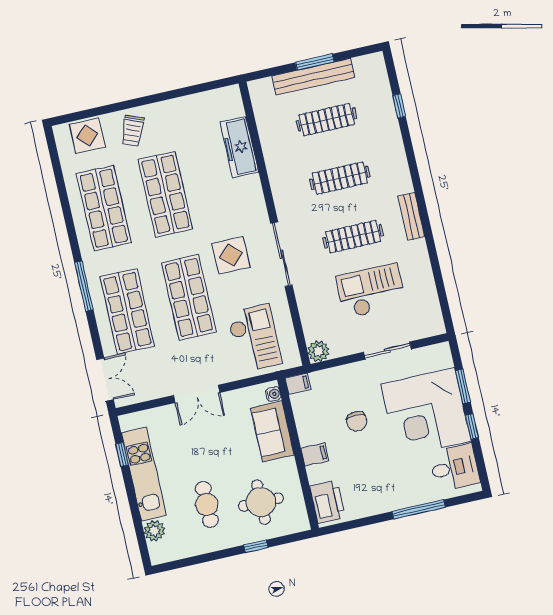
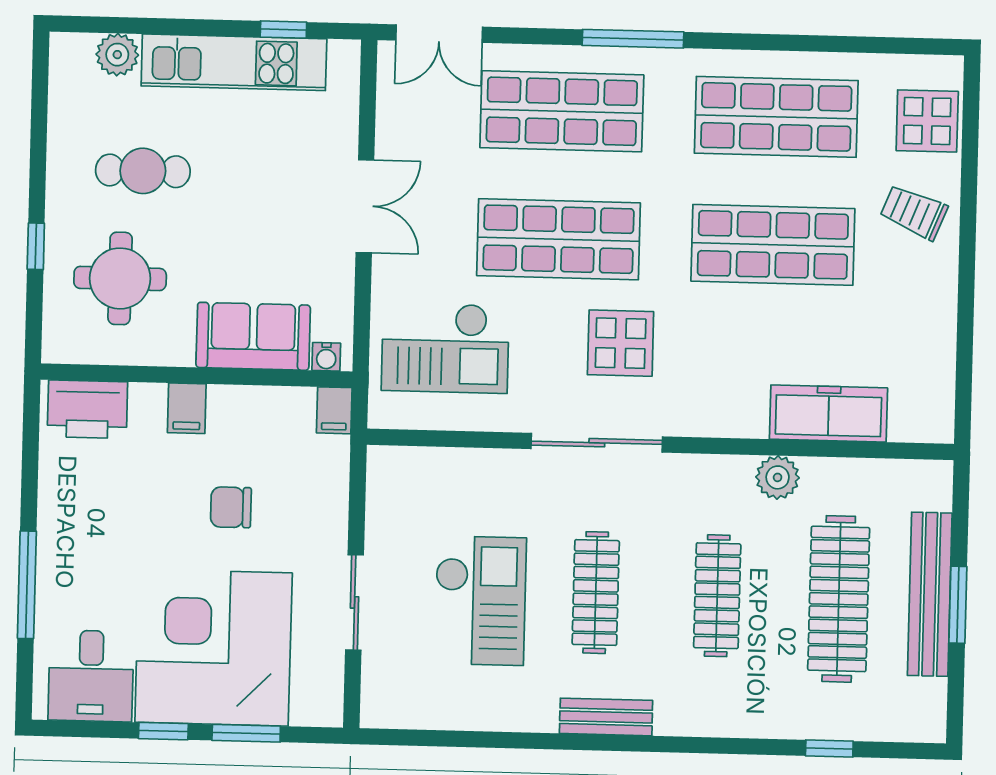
clothes rail: (327, 120) -> (839, 599), width x1.37, depth x1.31
plant: (319, 351) -> (778, 477), moved
double door: (197, 394) -> (365, 206), swing flipped

